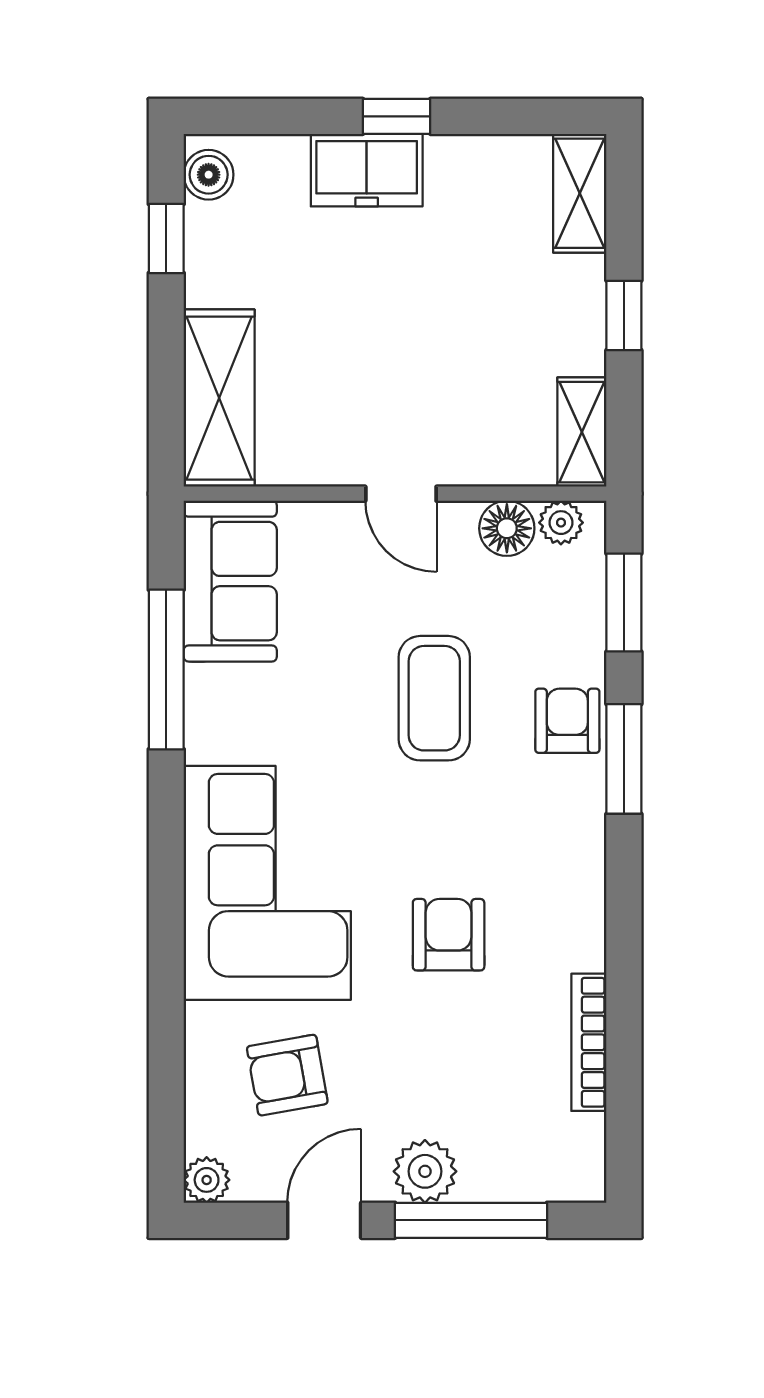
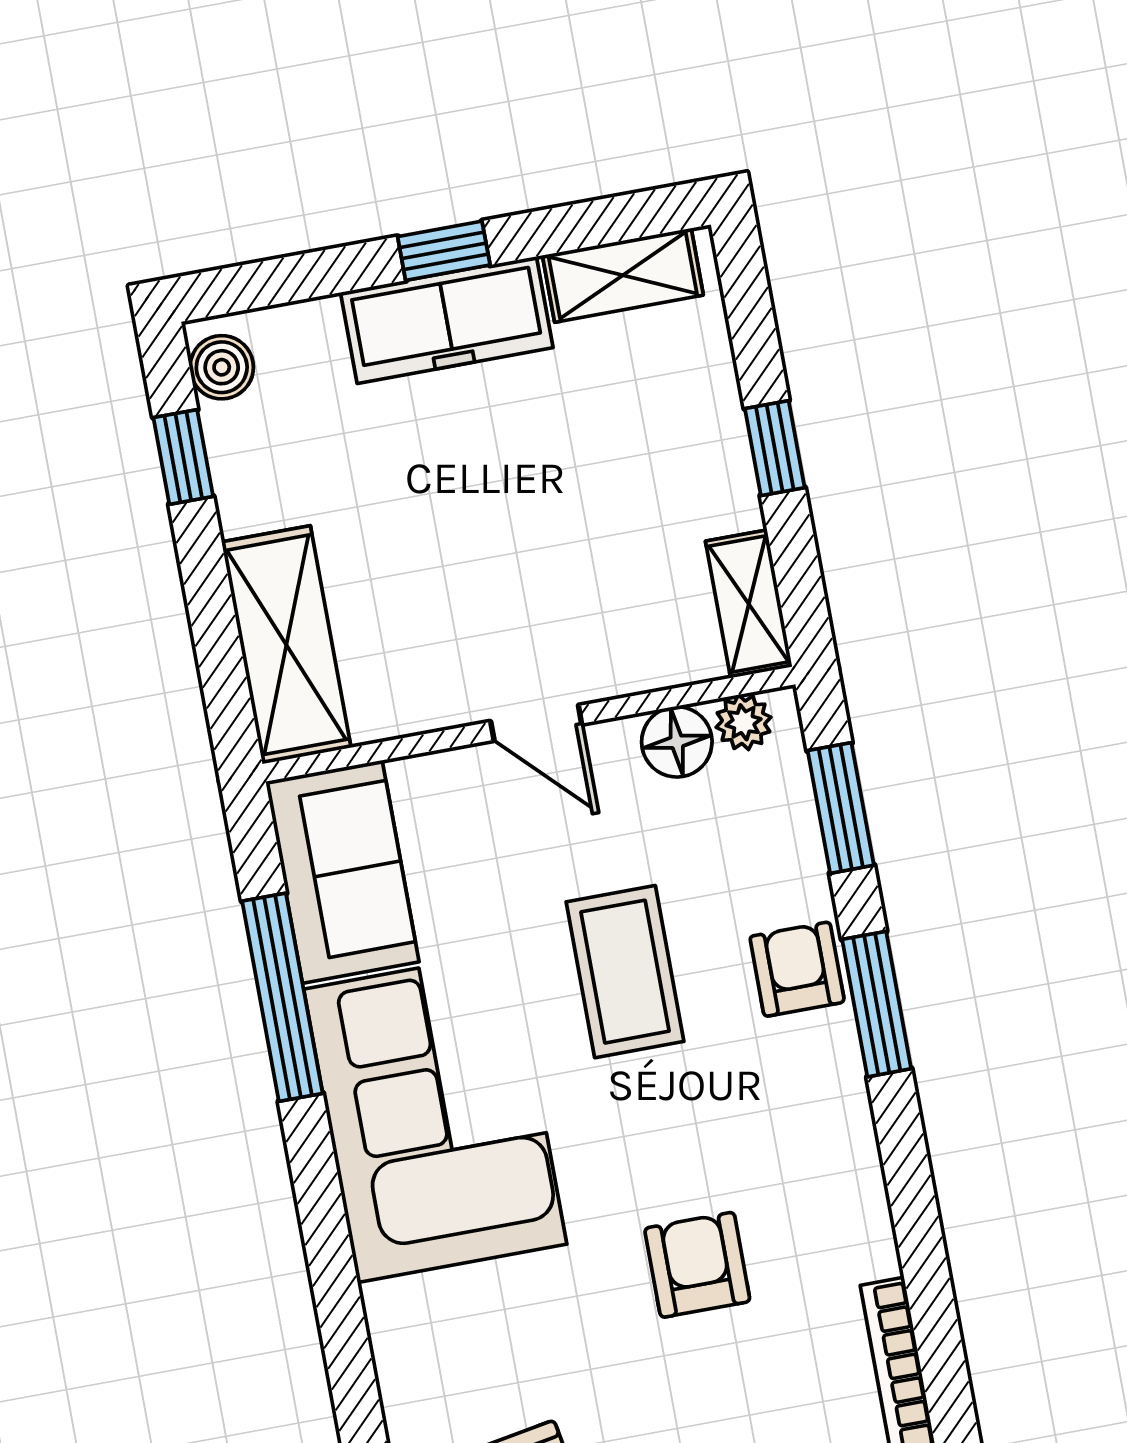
freezer: (367, 170) -> (447, 320), width x1.40
shelving: (580, 193) -> (623, 275), moved, turned 90
corner sofa: (267, 883) -> (435, 1117), moved

